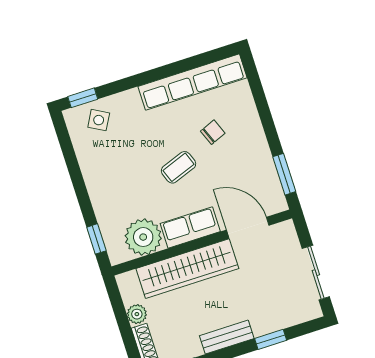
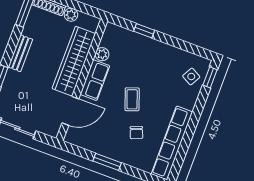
window: (284, 174) -> (107, 162), moved
plant: (143, 237) -> (102, 54), width x0.53, depth x0.53
window: (96, 239) -> (144, 31), moved

